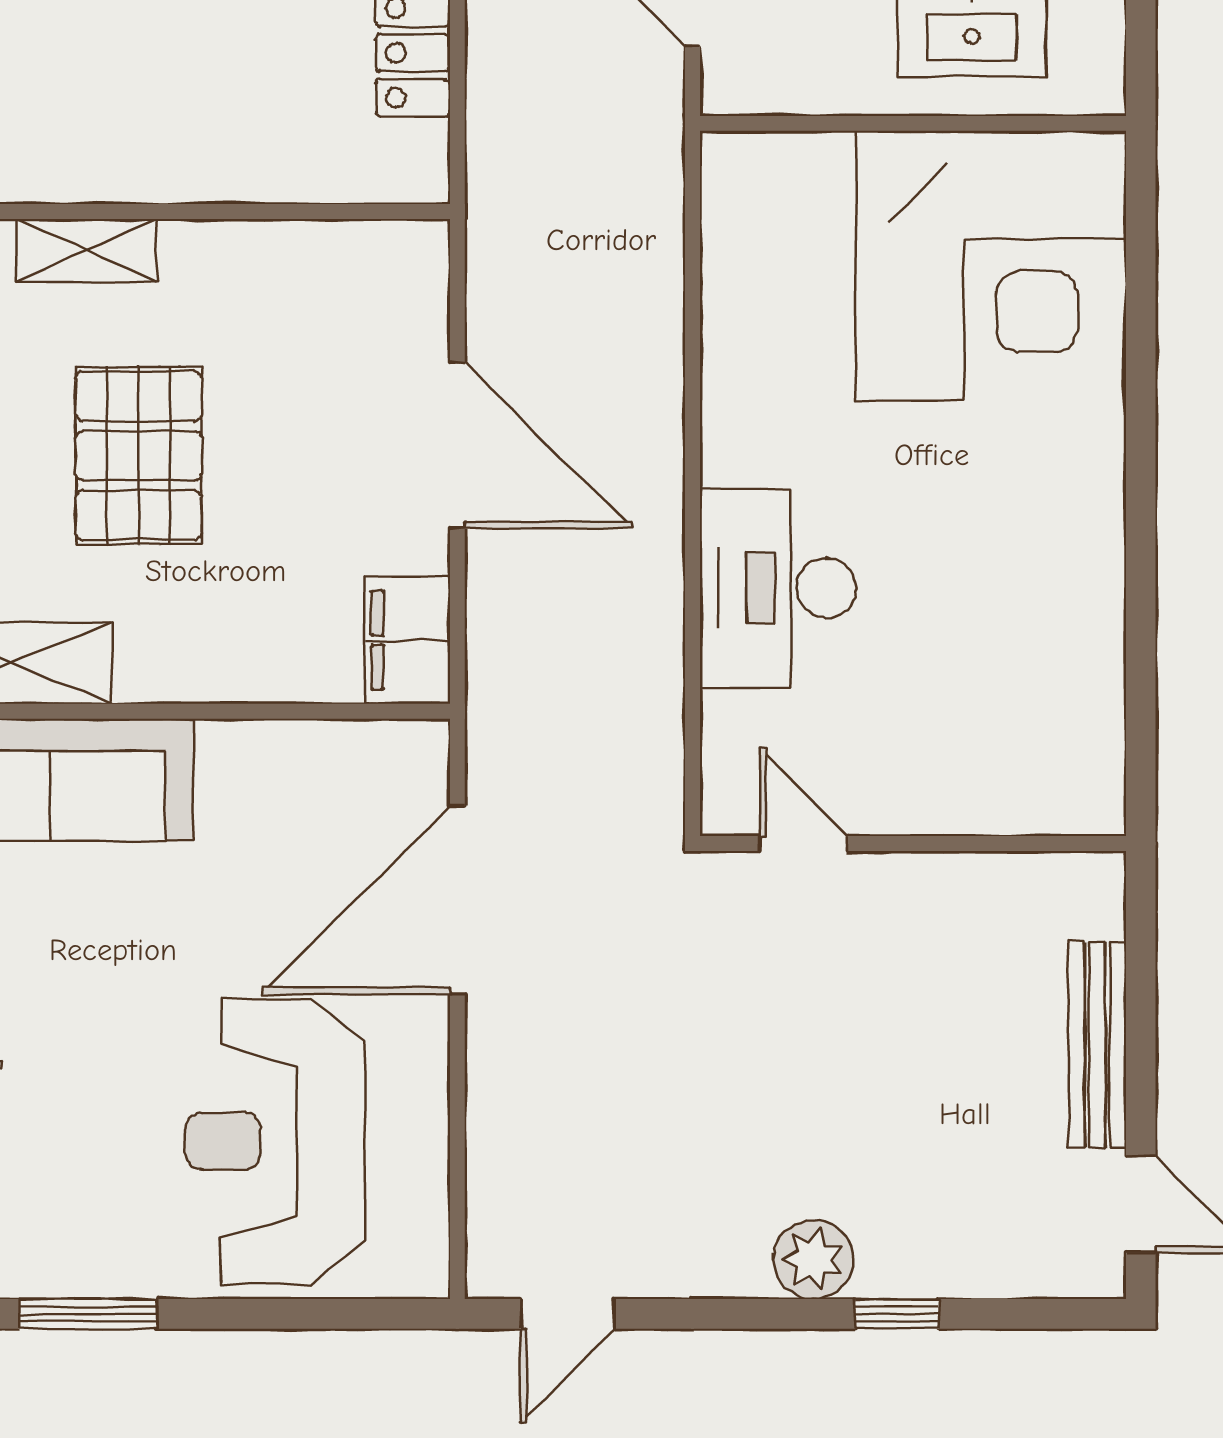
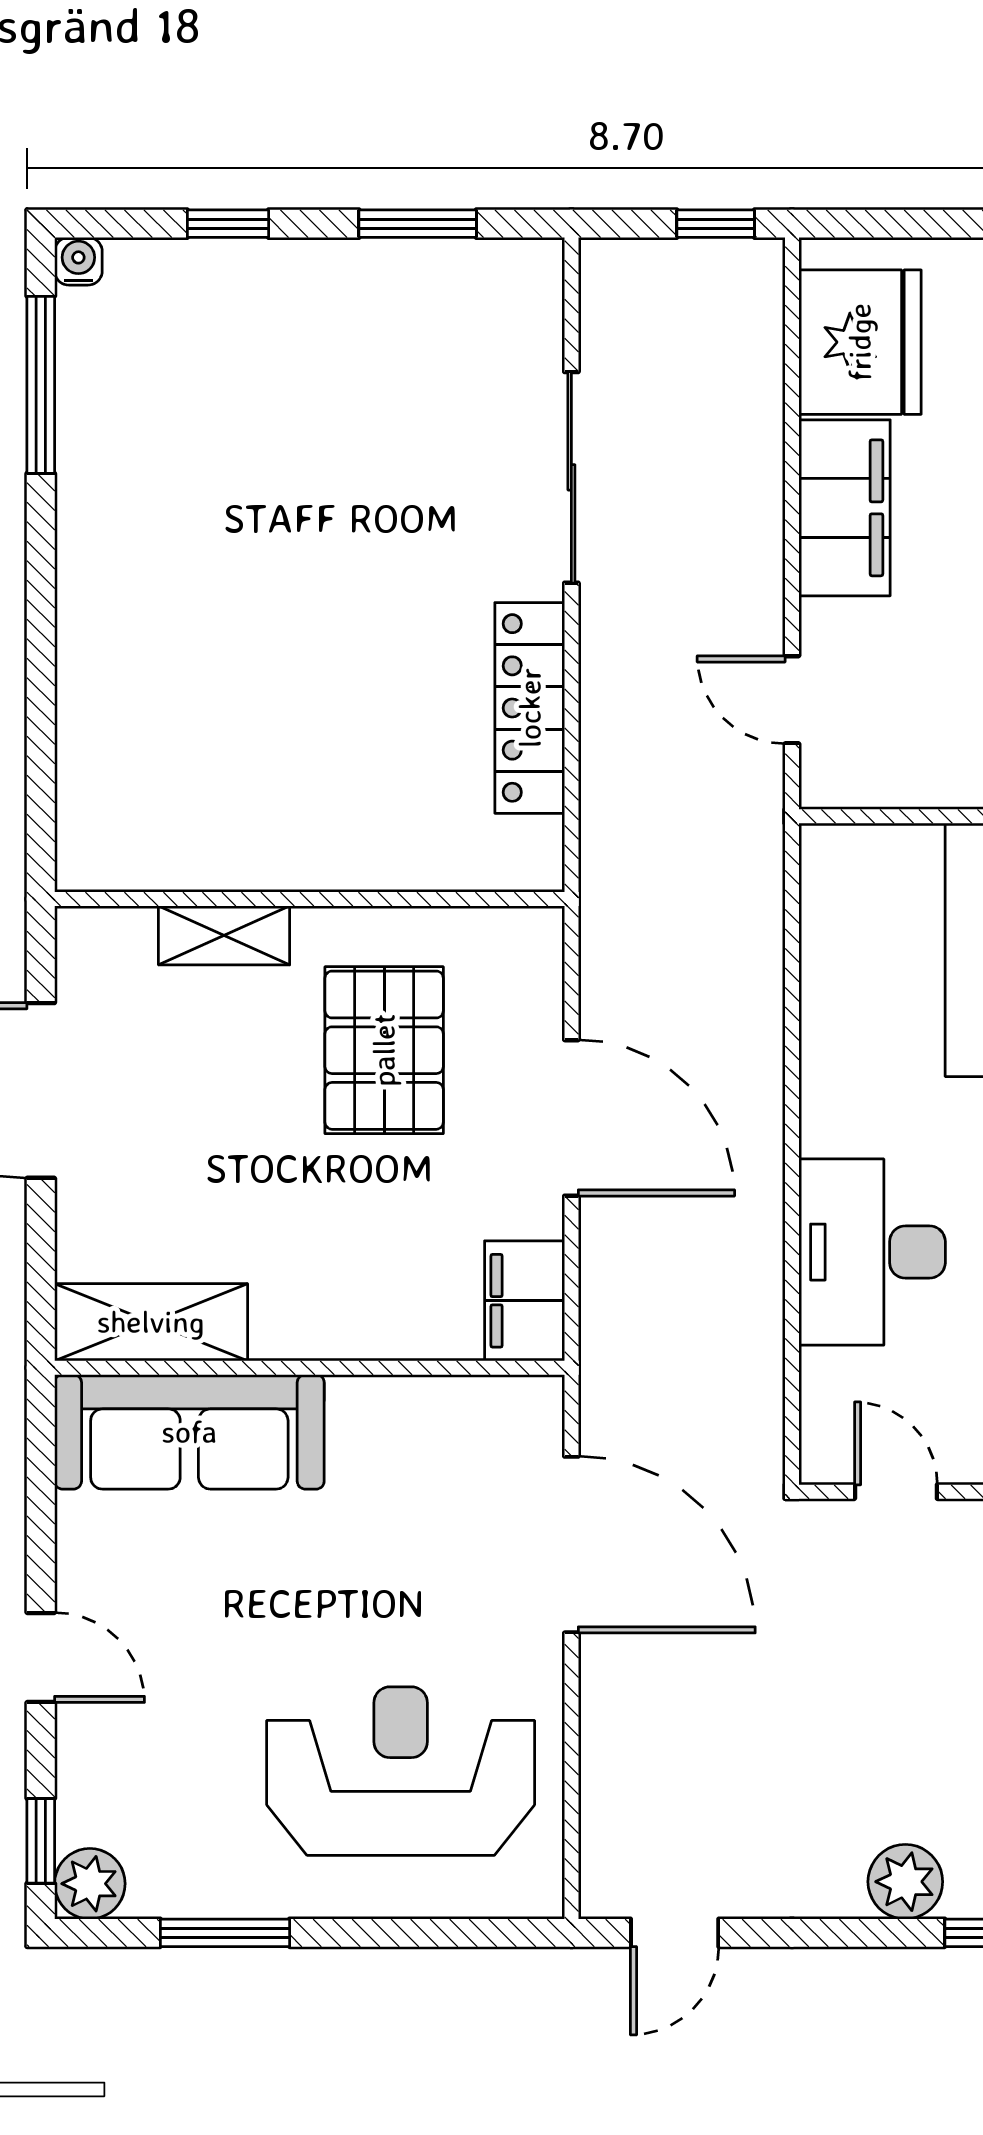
pallet: (139, 456) -> (384, 1050), moved
door: (457, 900) -> (571, 1545), swing flipped
reception desk: (275, 1141) -> (401, 1771), turned 90

